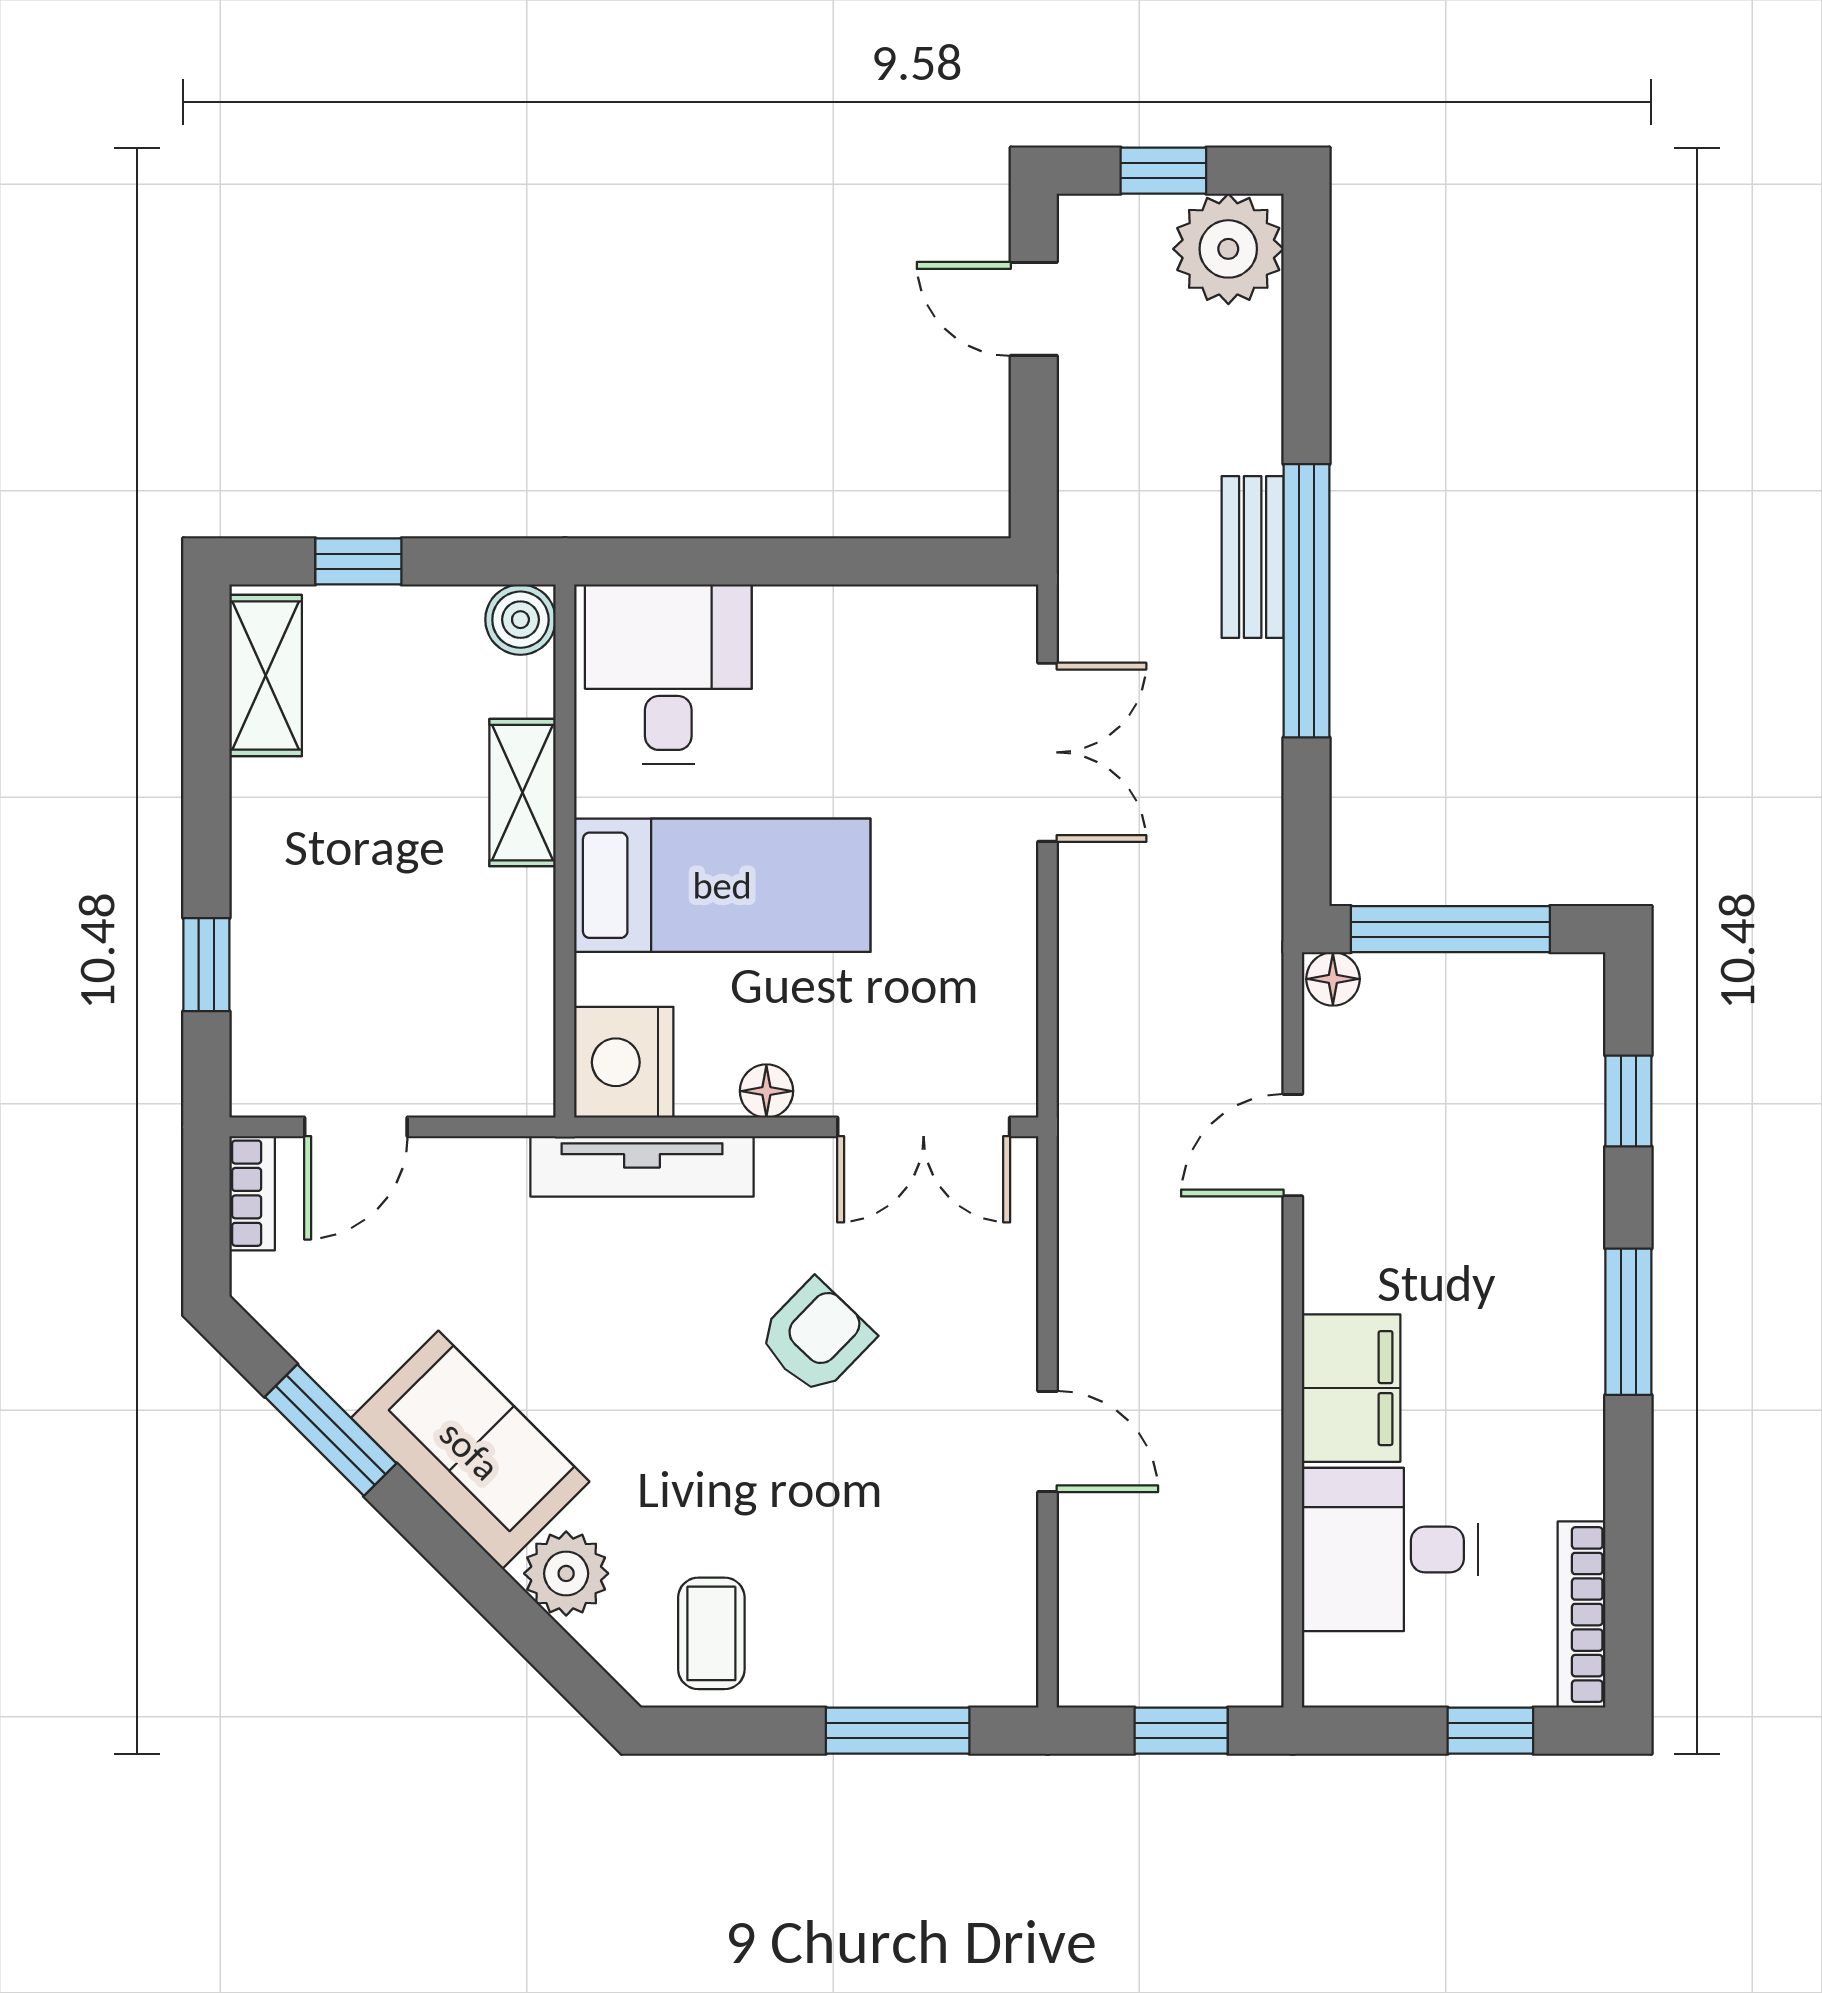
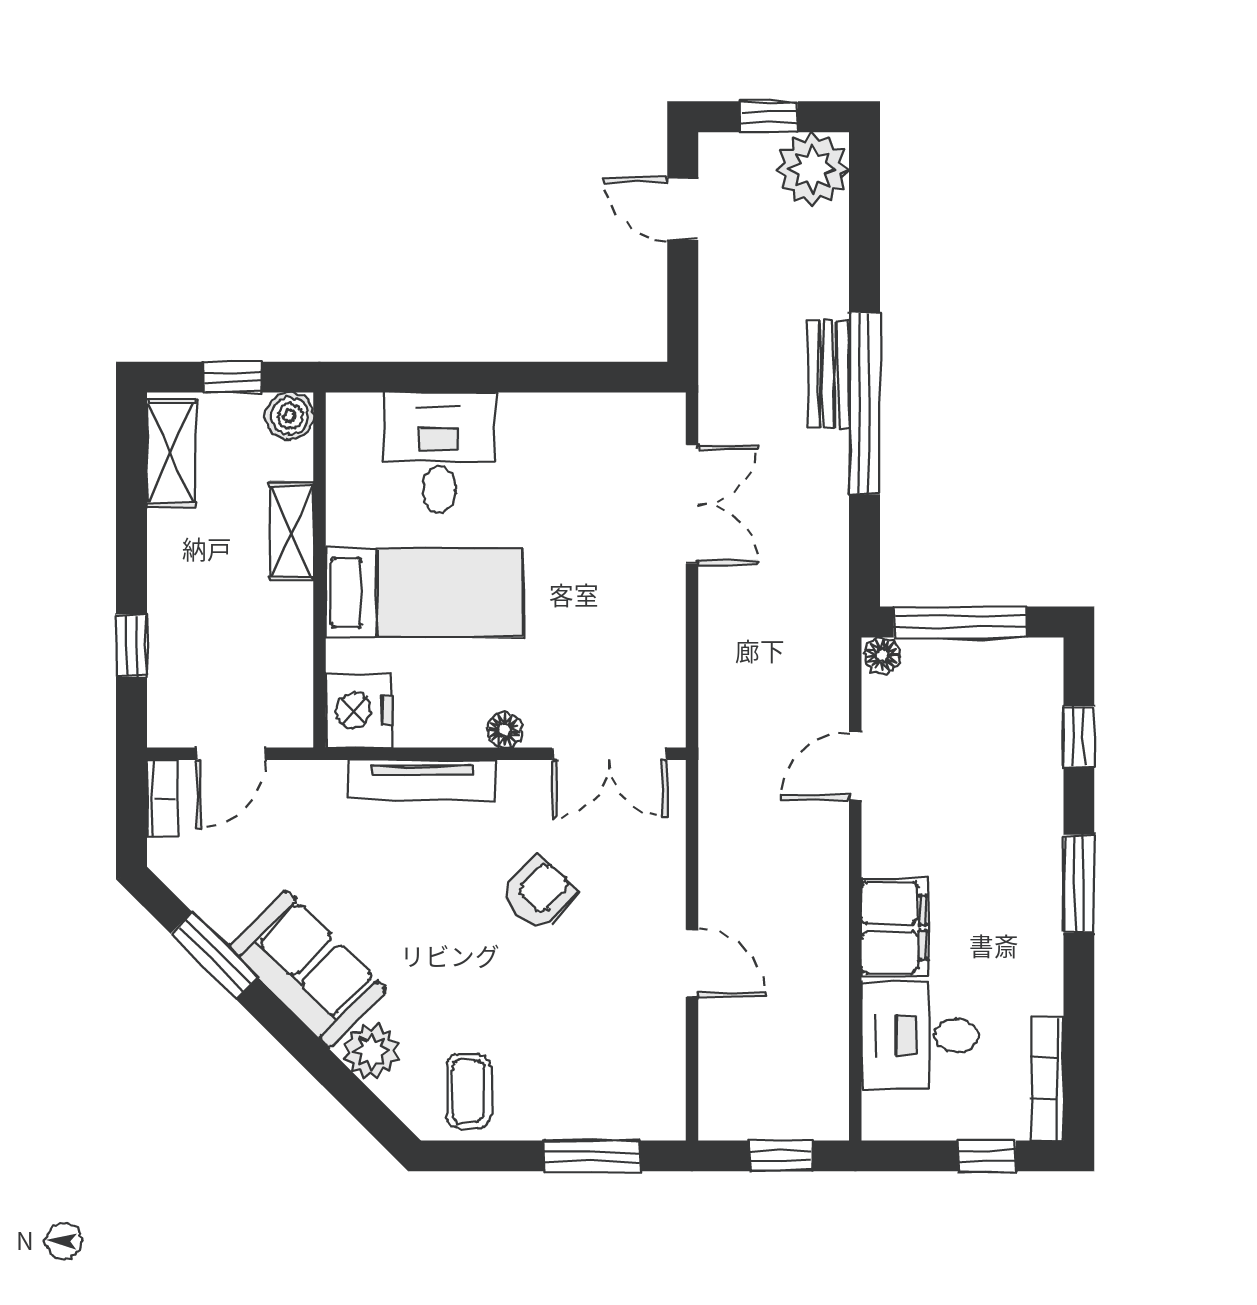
boiler: (520, 620) -> (290, 416), moved
shelving: (522, 793) -> (291, 531), moved
wall: (565, 851) -> (319, 570), moved
bed: (722, 885) -> (424, 593), moved
nightstand: (624, 1062) -> (359, 711), moved

